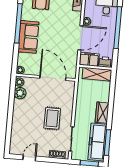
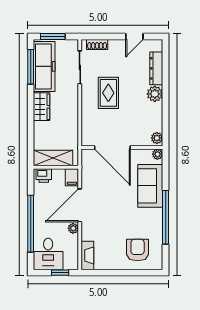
sofa: (28, 37) -> (150, 186), moved
filing cabinet: (89, 59) -> (72, 177), width x0.50
plant: (20, 93) -> (155, 94), moved
dresser: (15, 133) -> (156, 68), added

